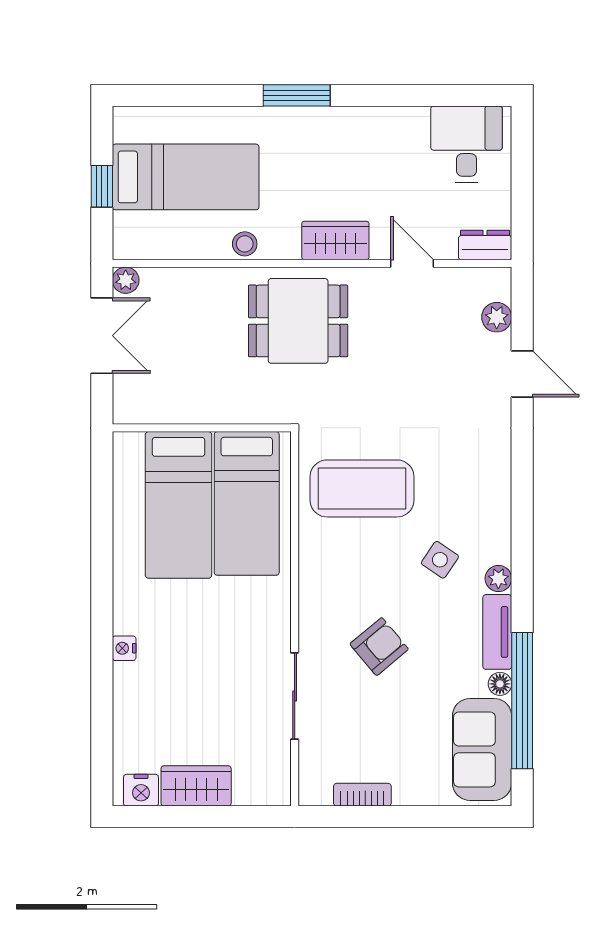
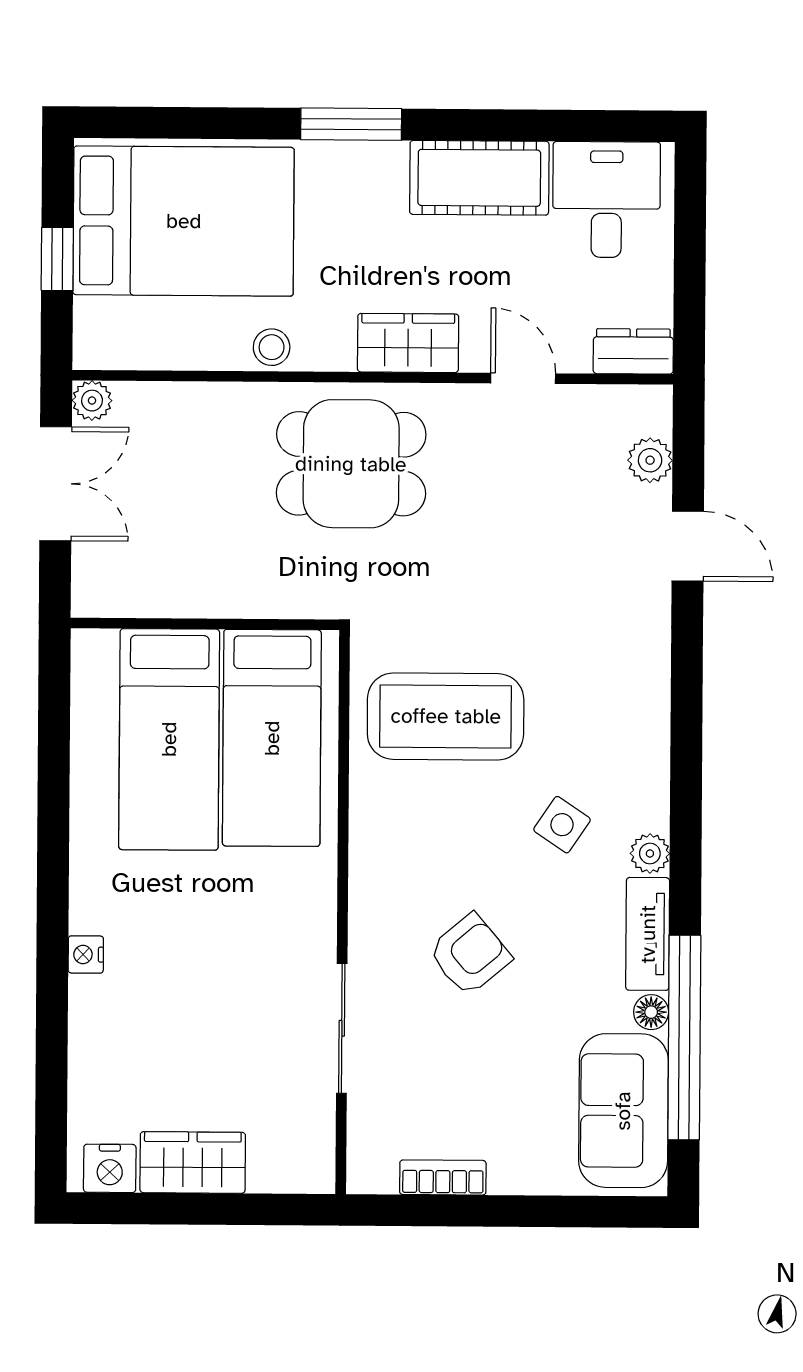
cot: (382, 130) -> (479, 178), added
bed: (186, 177) -> (184, 221), width x1.50

